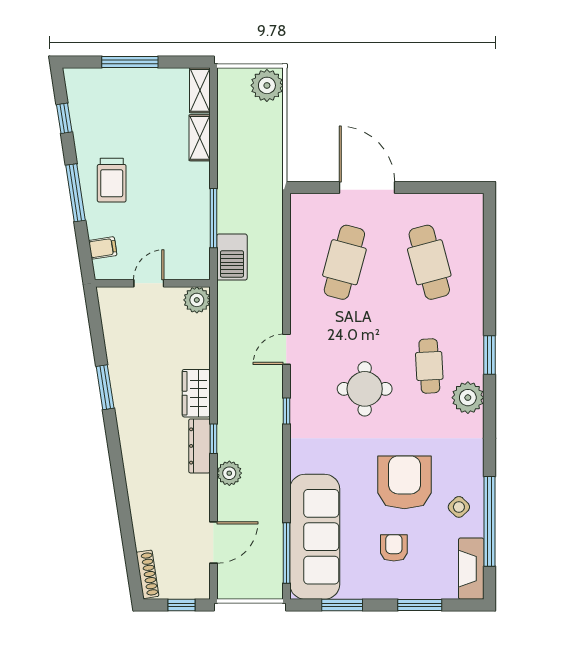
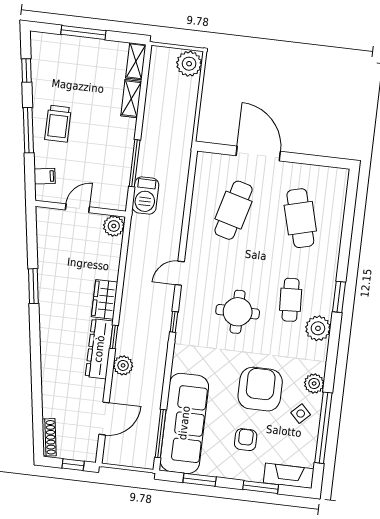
dresser: (199, 446) -> (99, 349), width x1.37, depth x1.24
plant: (471, 467) -> (314, 383), added
fireplace: (471, 569) -> (289, 476), moved, turned 90

